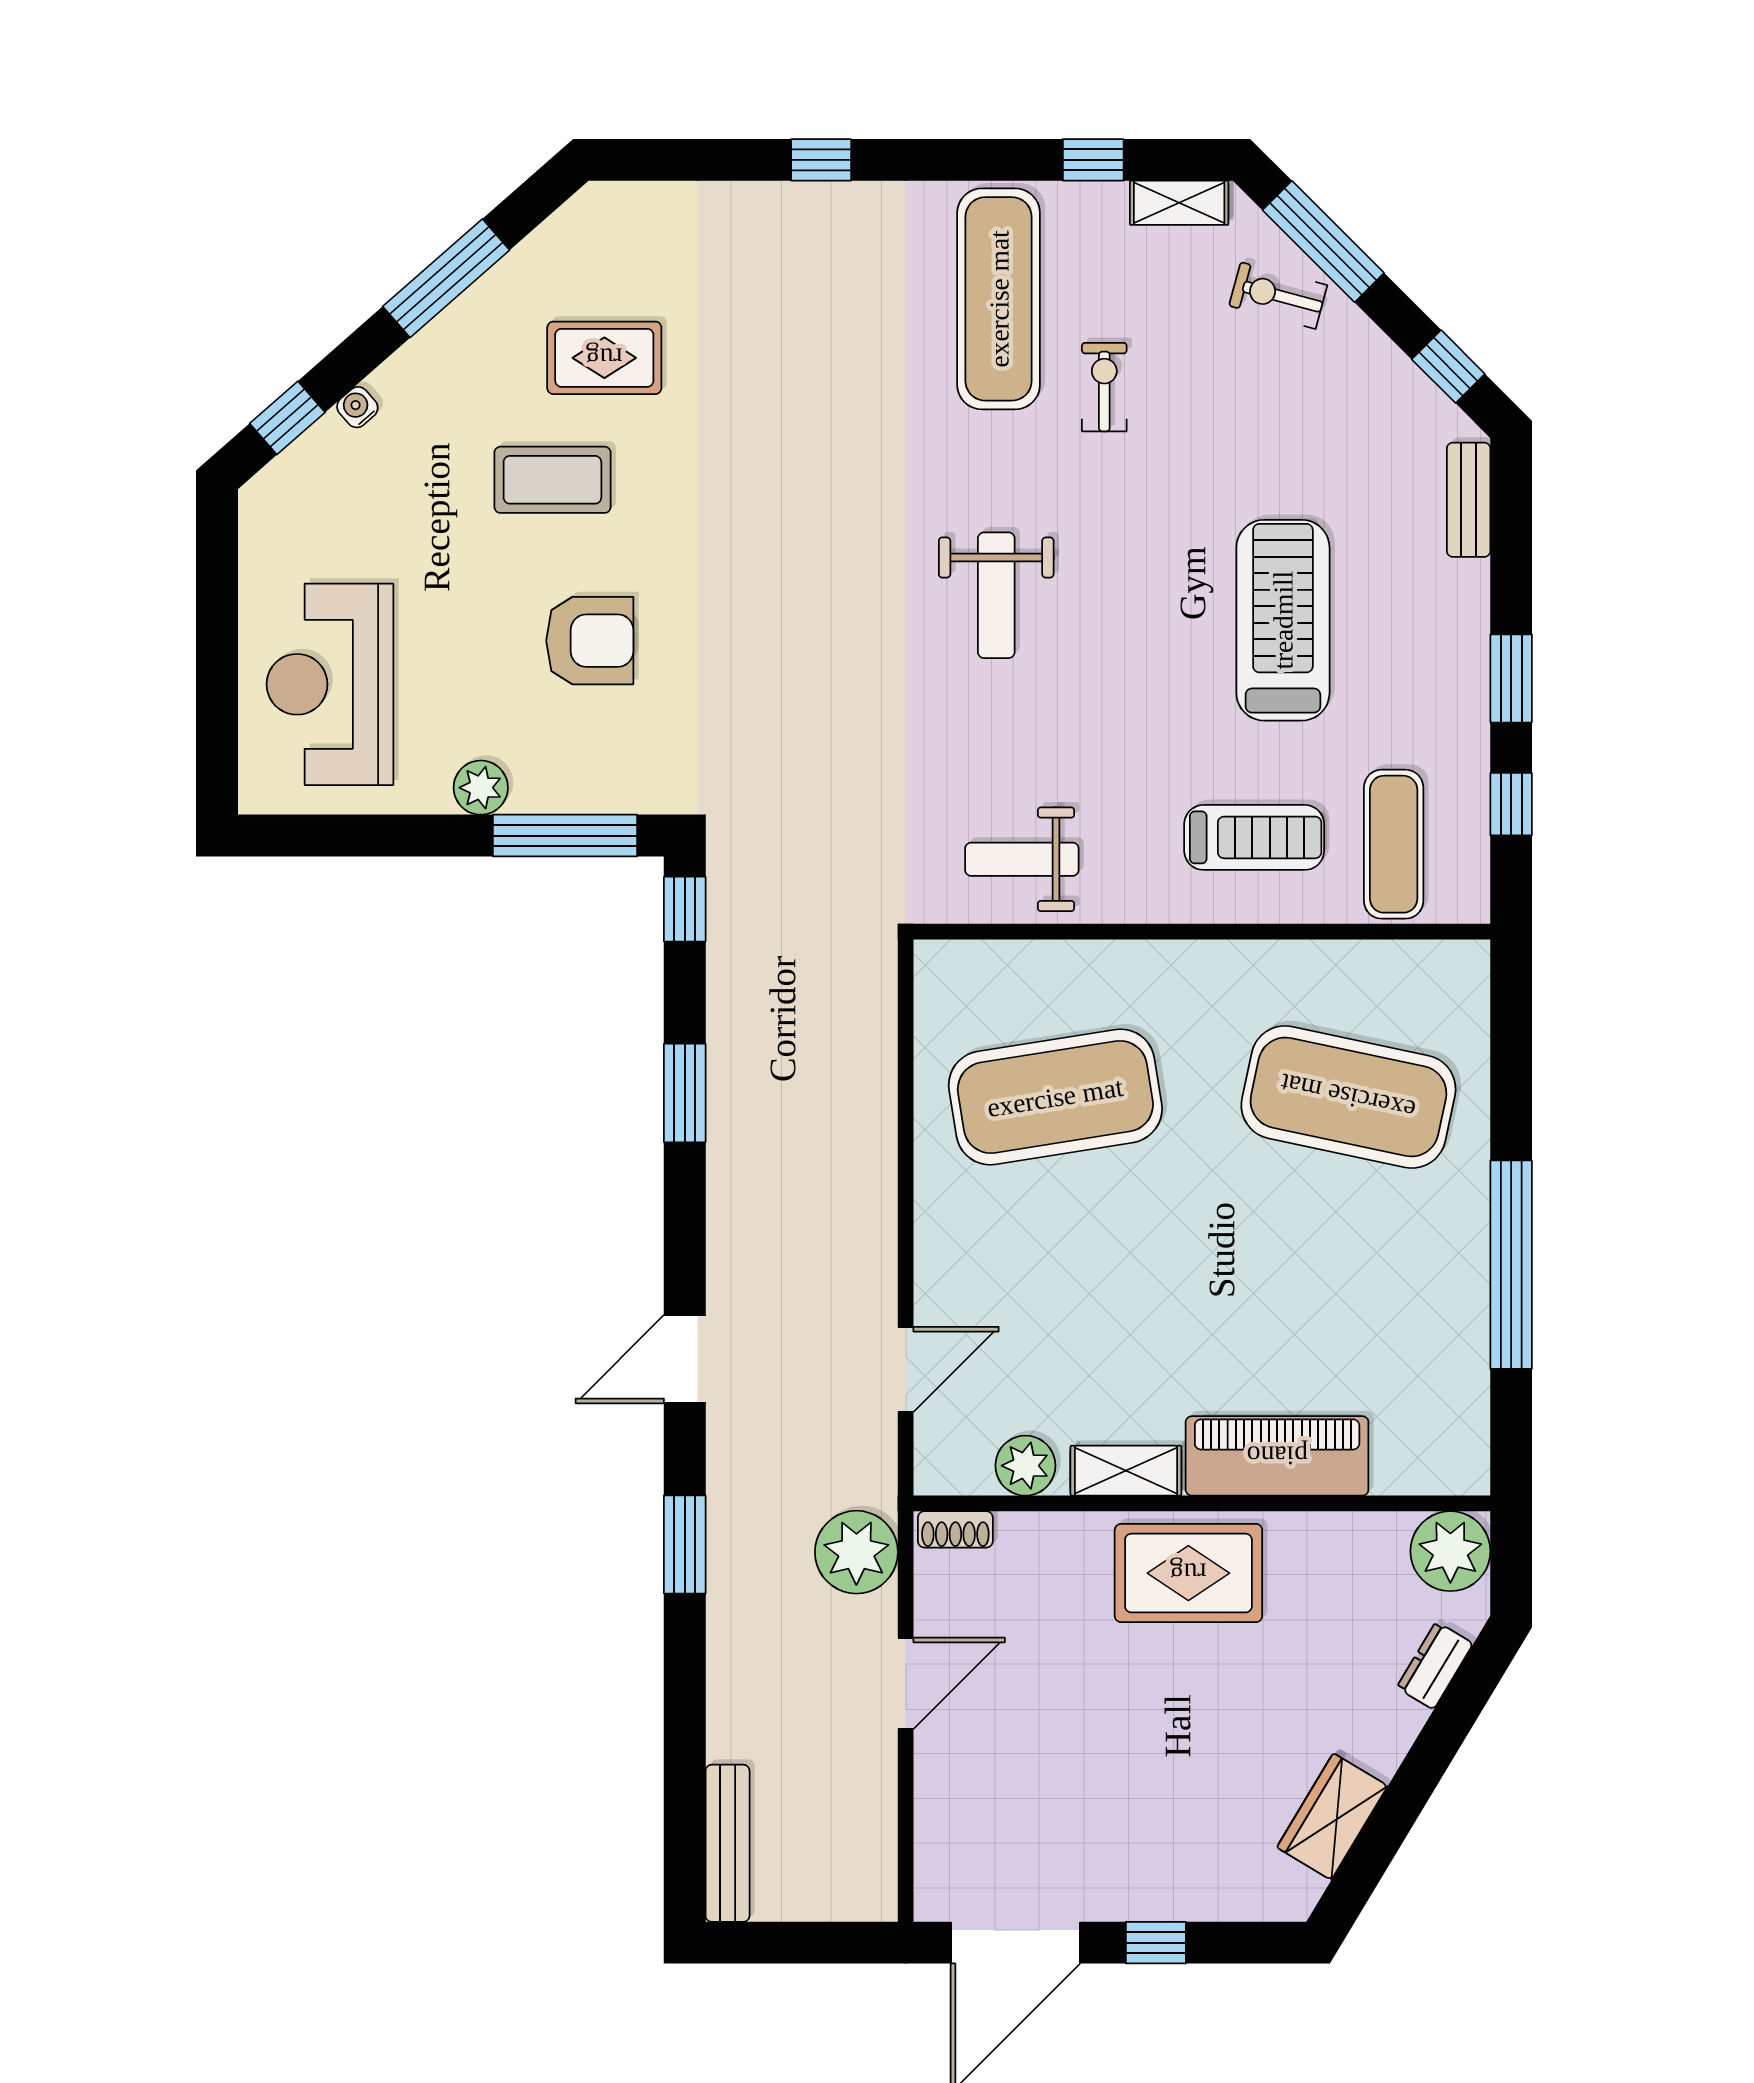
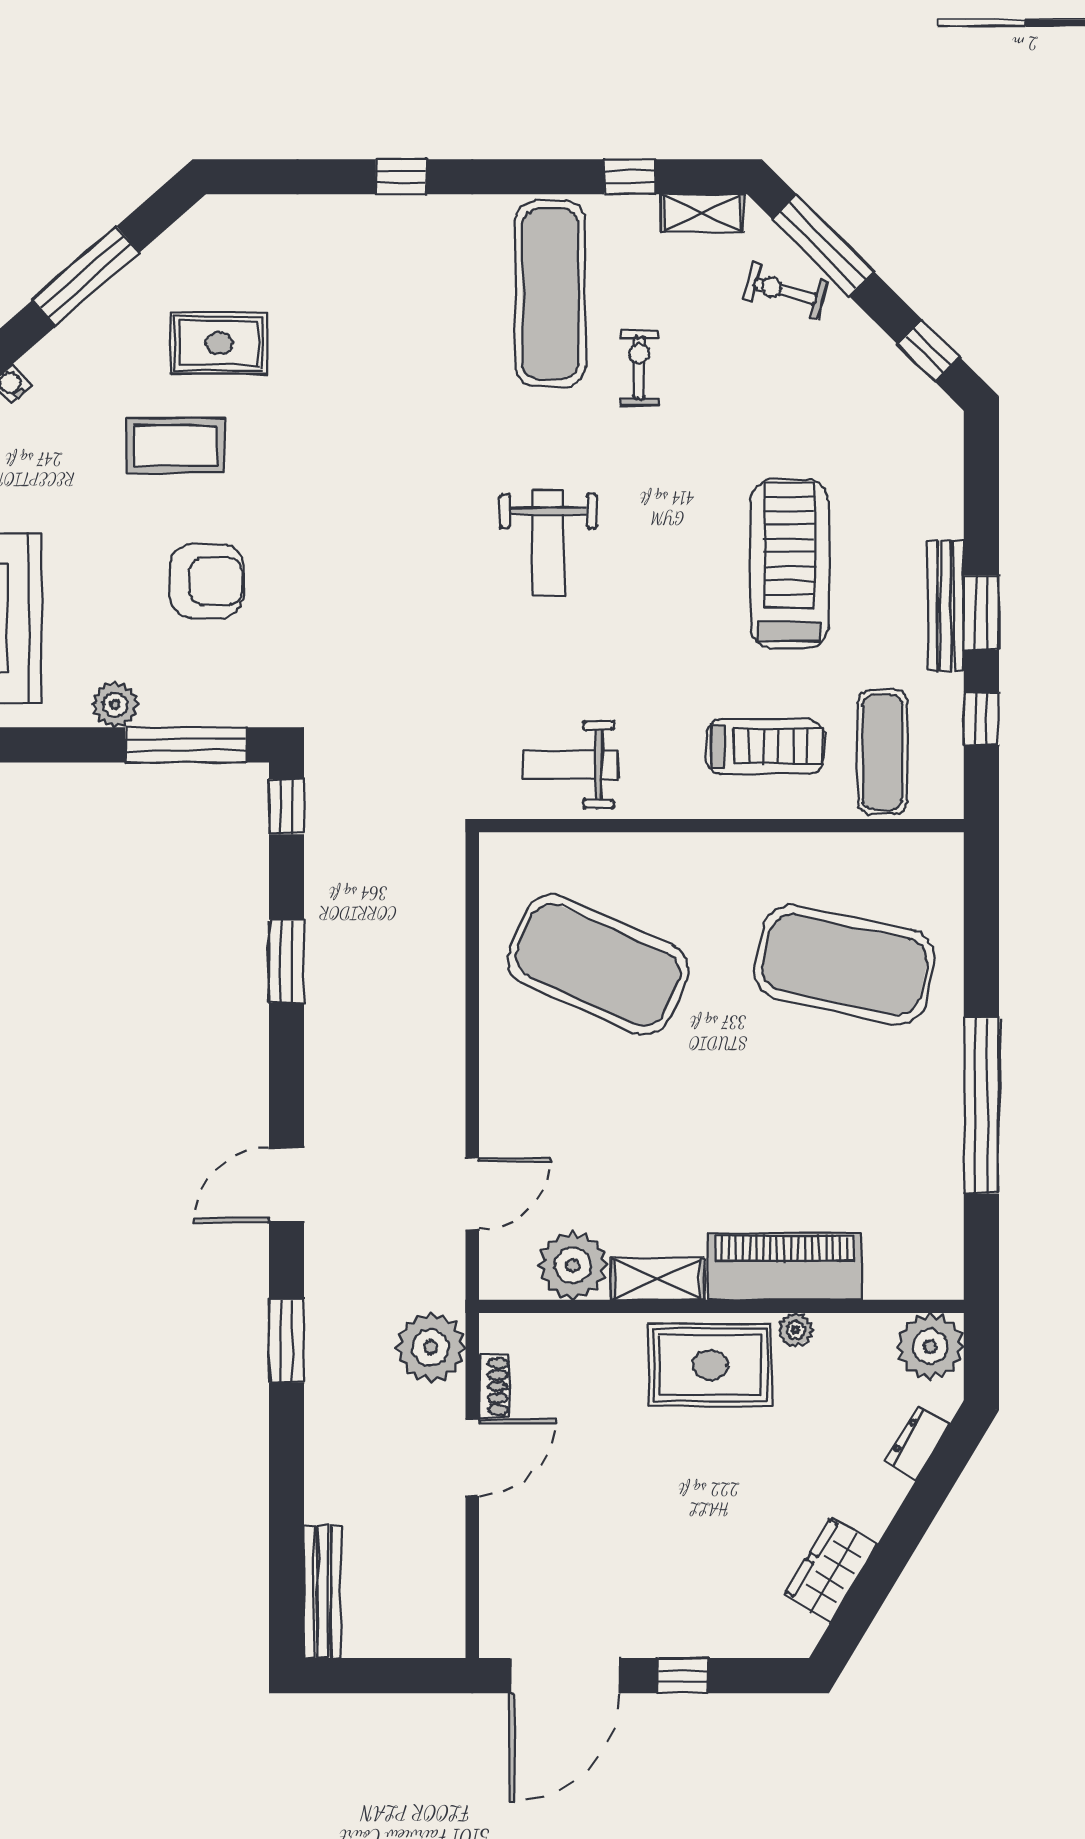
bench: (1469, 500) -> (945, 606), moved, width x1.36
exercise mat: (1055, 1097) -> (598, 965), turned 33
plant: (1025, 1466) -> (573, 1265), width x1.36, depth x1.36
shoe rack: (955, 1529) -> (494, 1386), moved, turned -90
plant: (1290, 1532) -> (796, 1330), added

